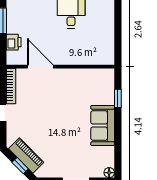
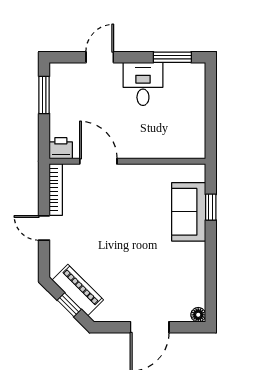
printer: (14, 42) -> (61, 148), moved, turned -90
sofa: (103, 125) -> (189, 212), moved

